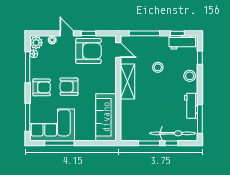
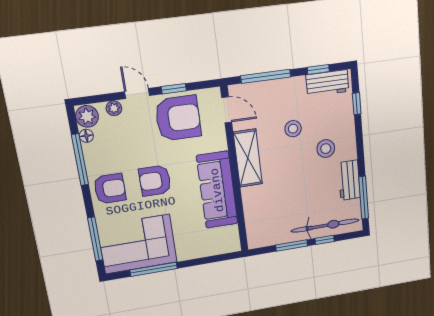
stool: (190, 76) -> (326, 149), moved
sofa: (106, 117) -> (217, 190), moved

